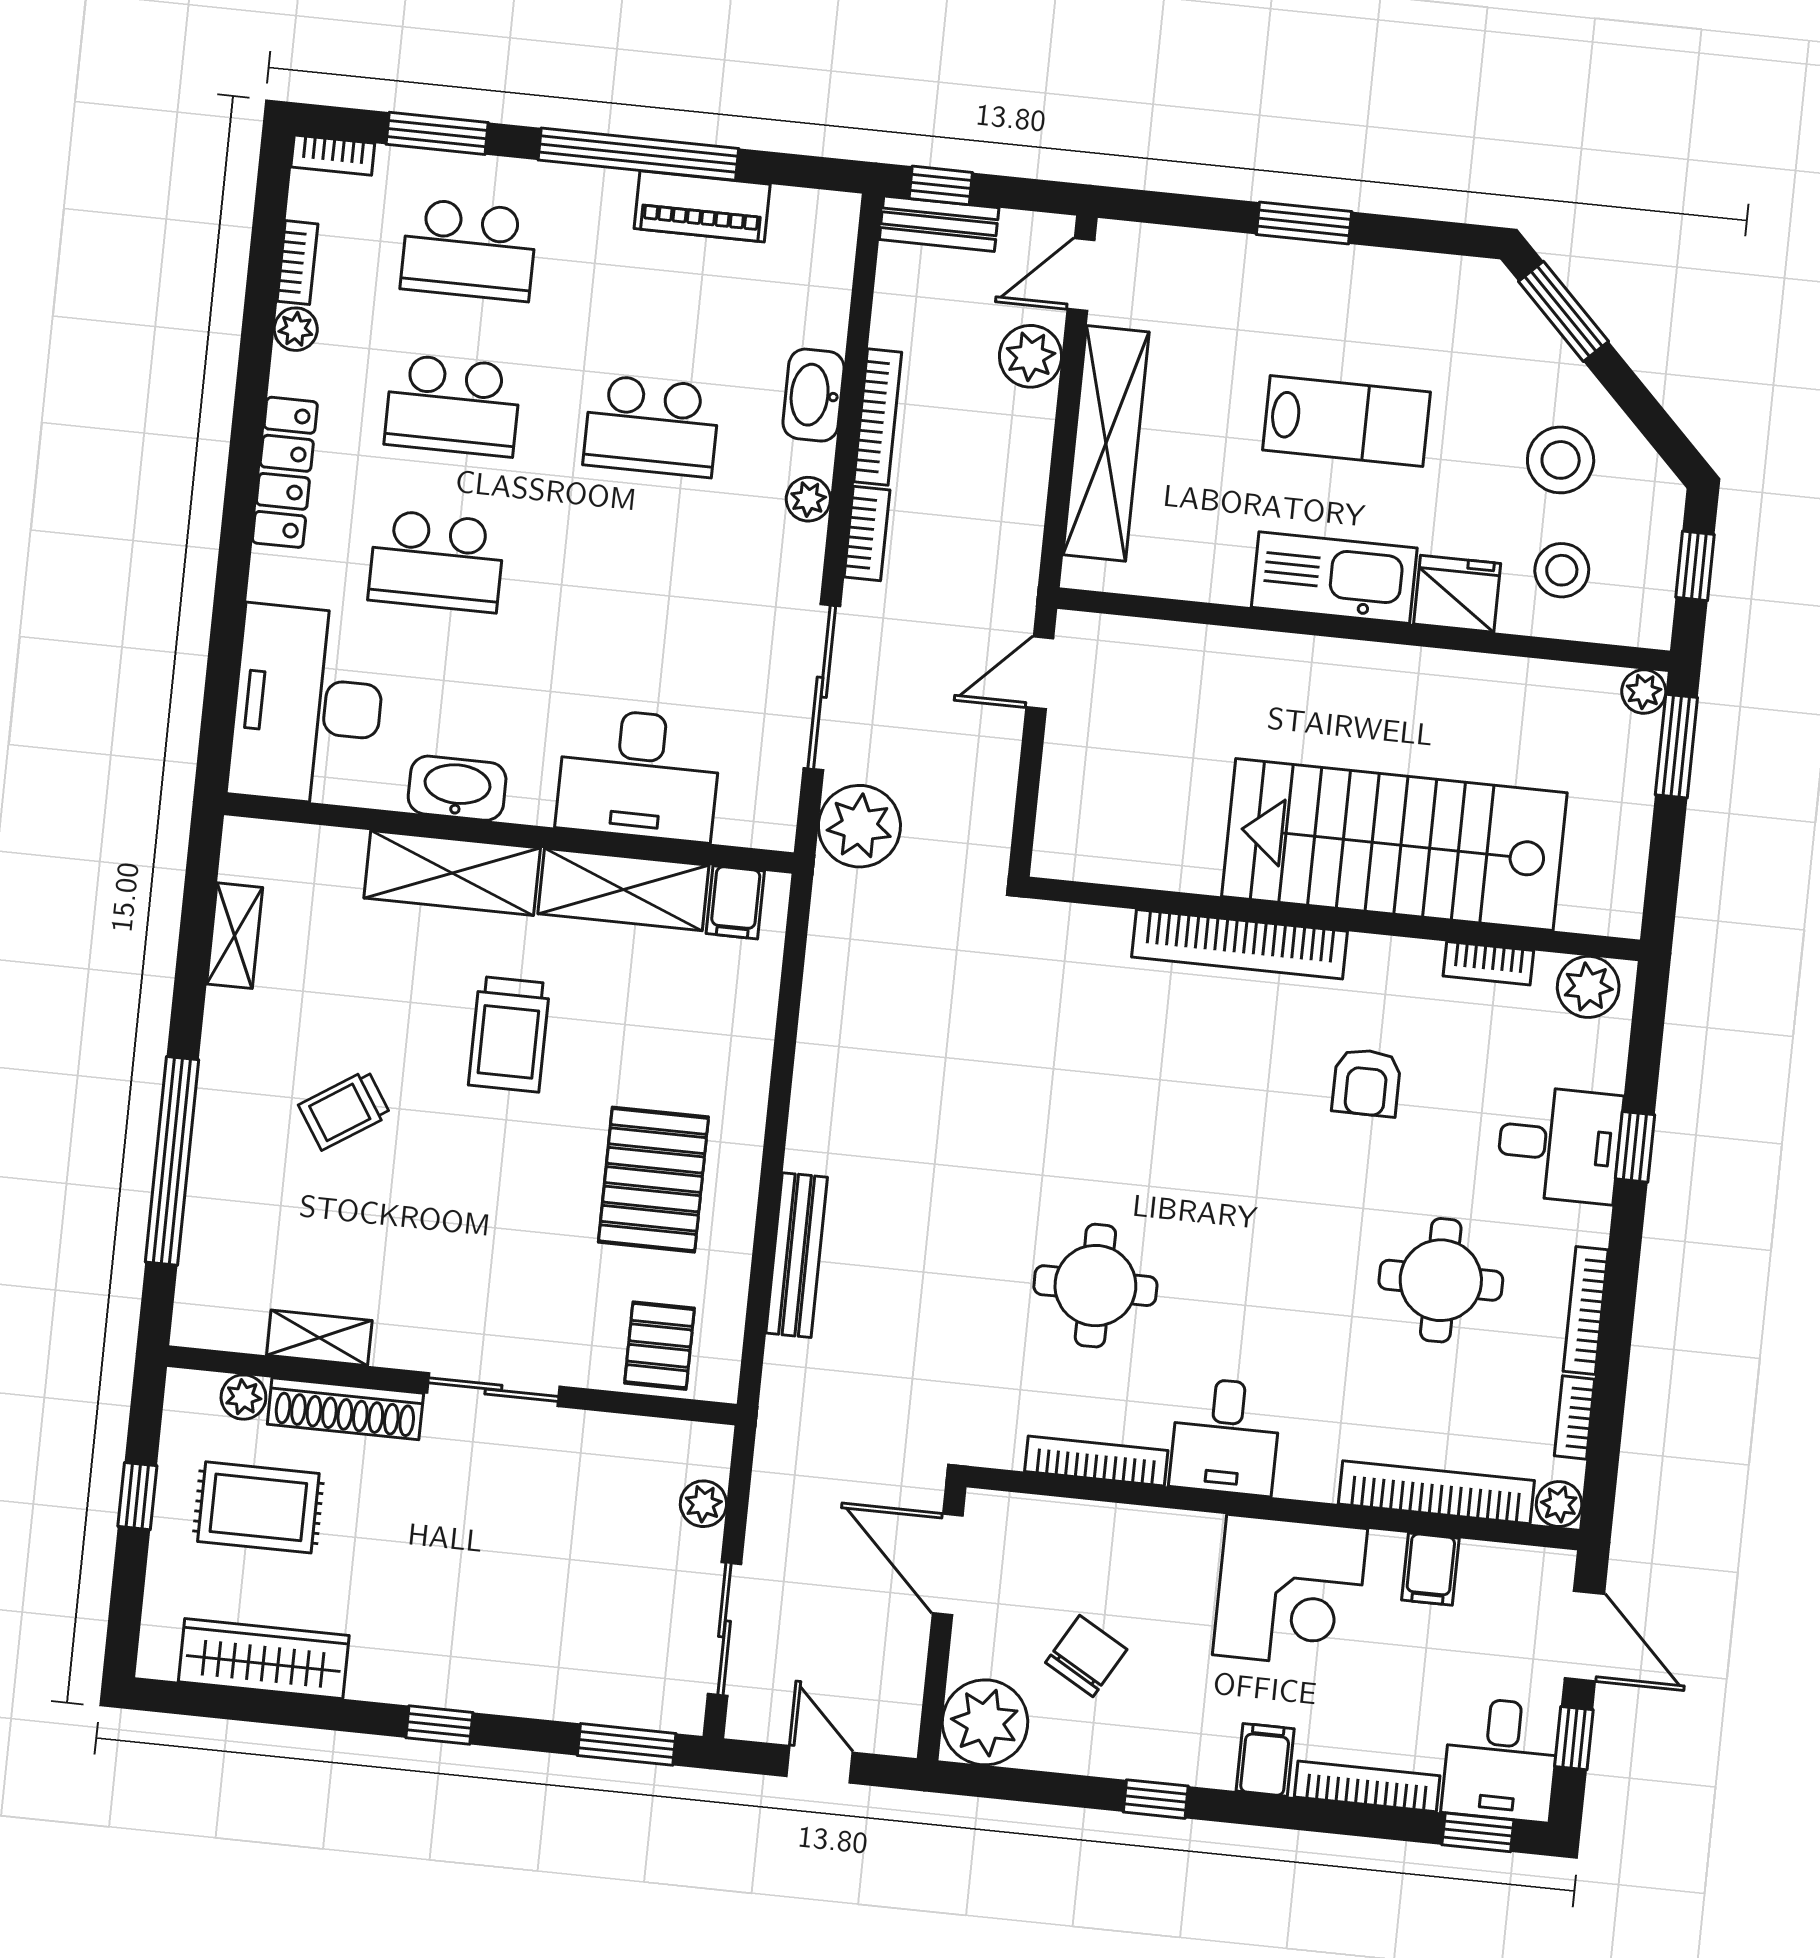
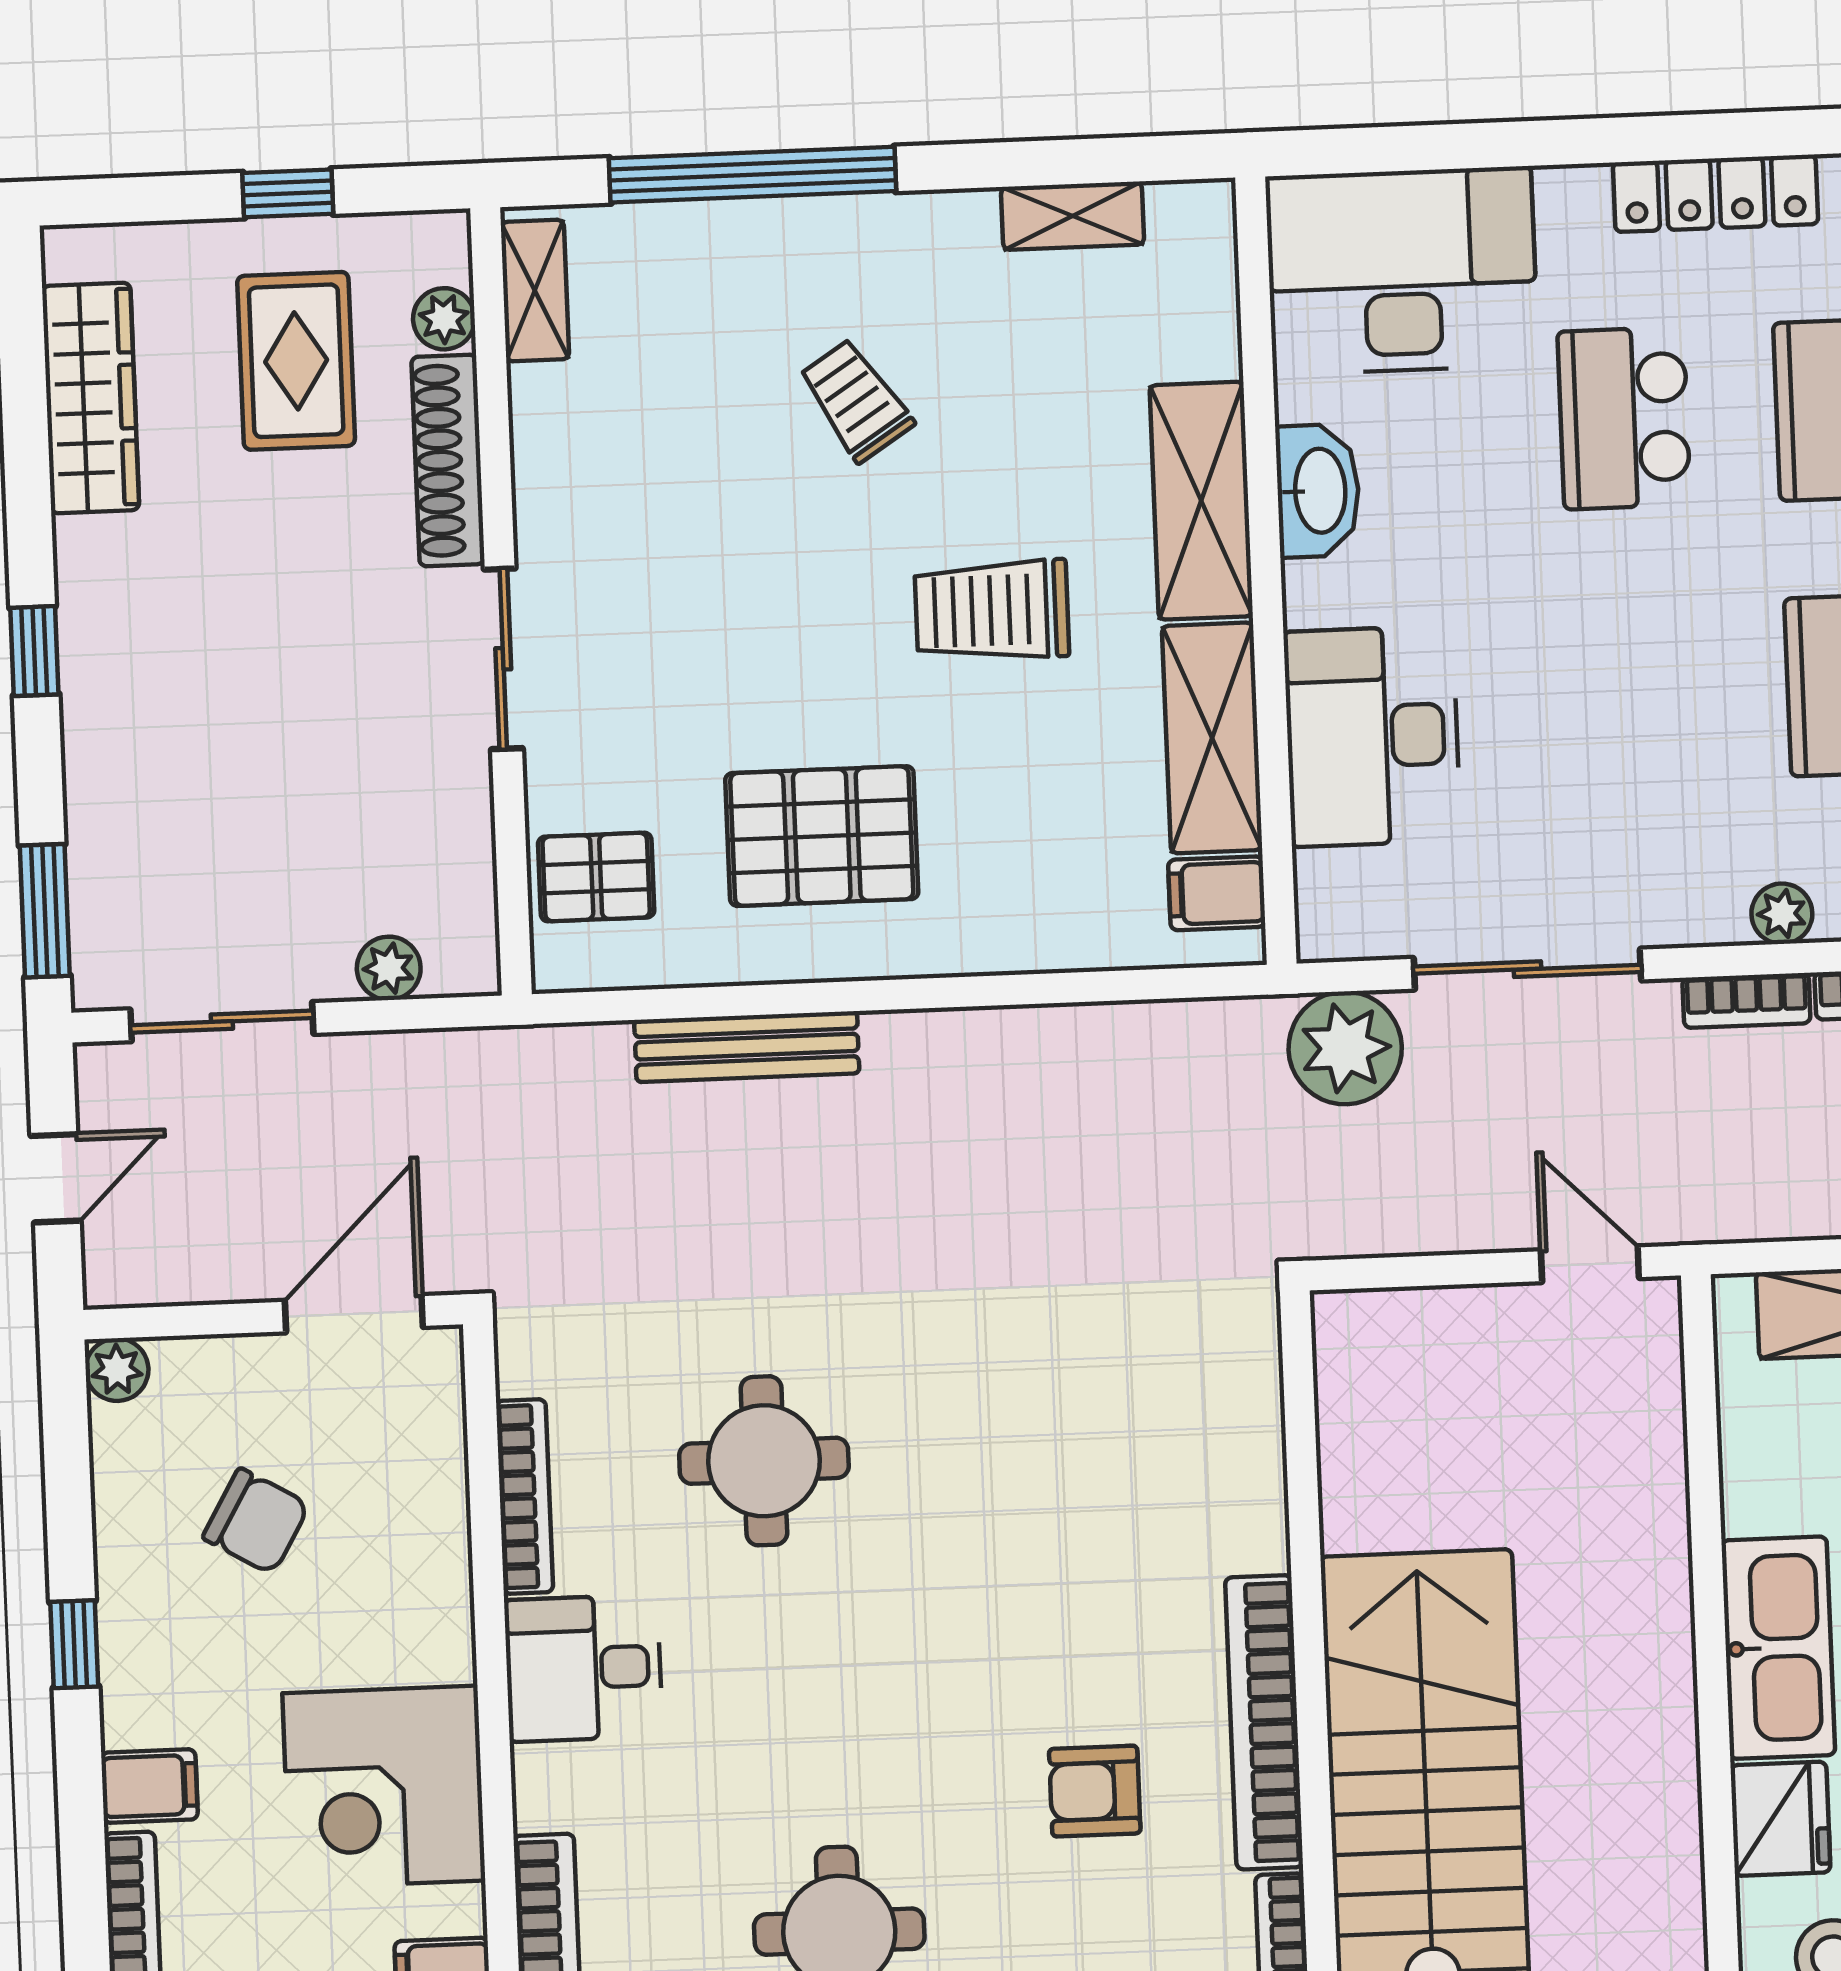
bookcase: (1239, 944) -> (1264, 1722), moved
shelving: (319, 1338) -> (535, 291), moved
plant: (985, 1722) -> (117, 1370), width x0.53, depth x0.53

